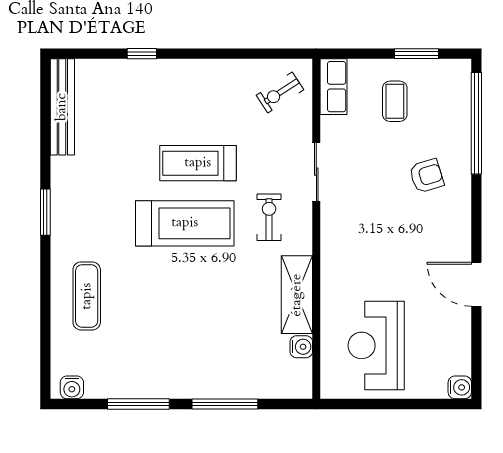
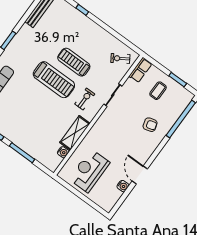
water cooler: (460, 387) -> (123, 186), moved

